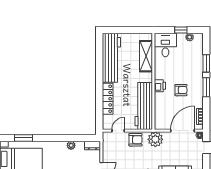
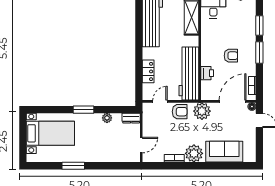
printer: (160, 86) -> (207, 73), moved
locker: (108, 99) -> (148, 71), width x0.66
window: (24, 138) -> (84, 110), moved

